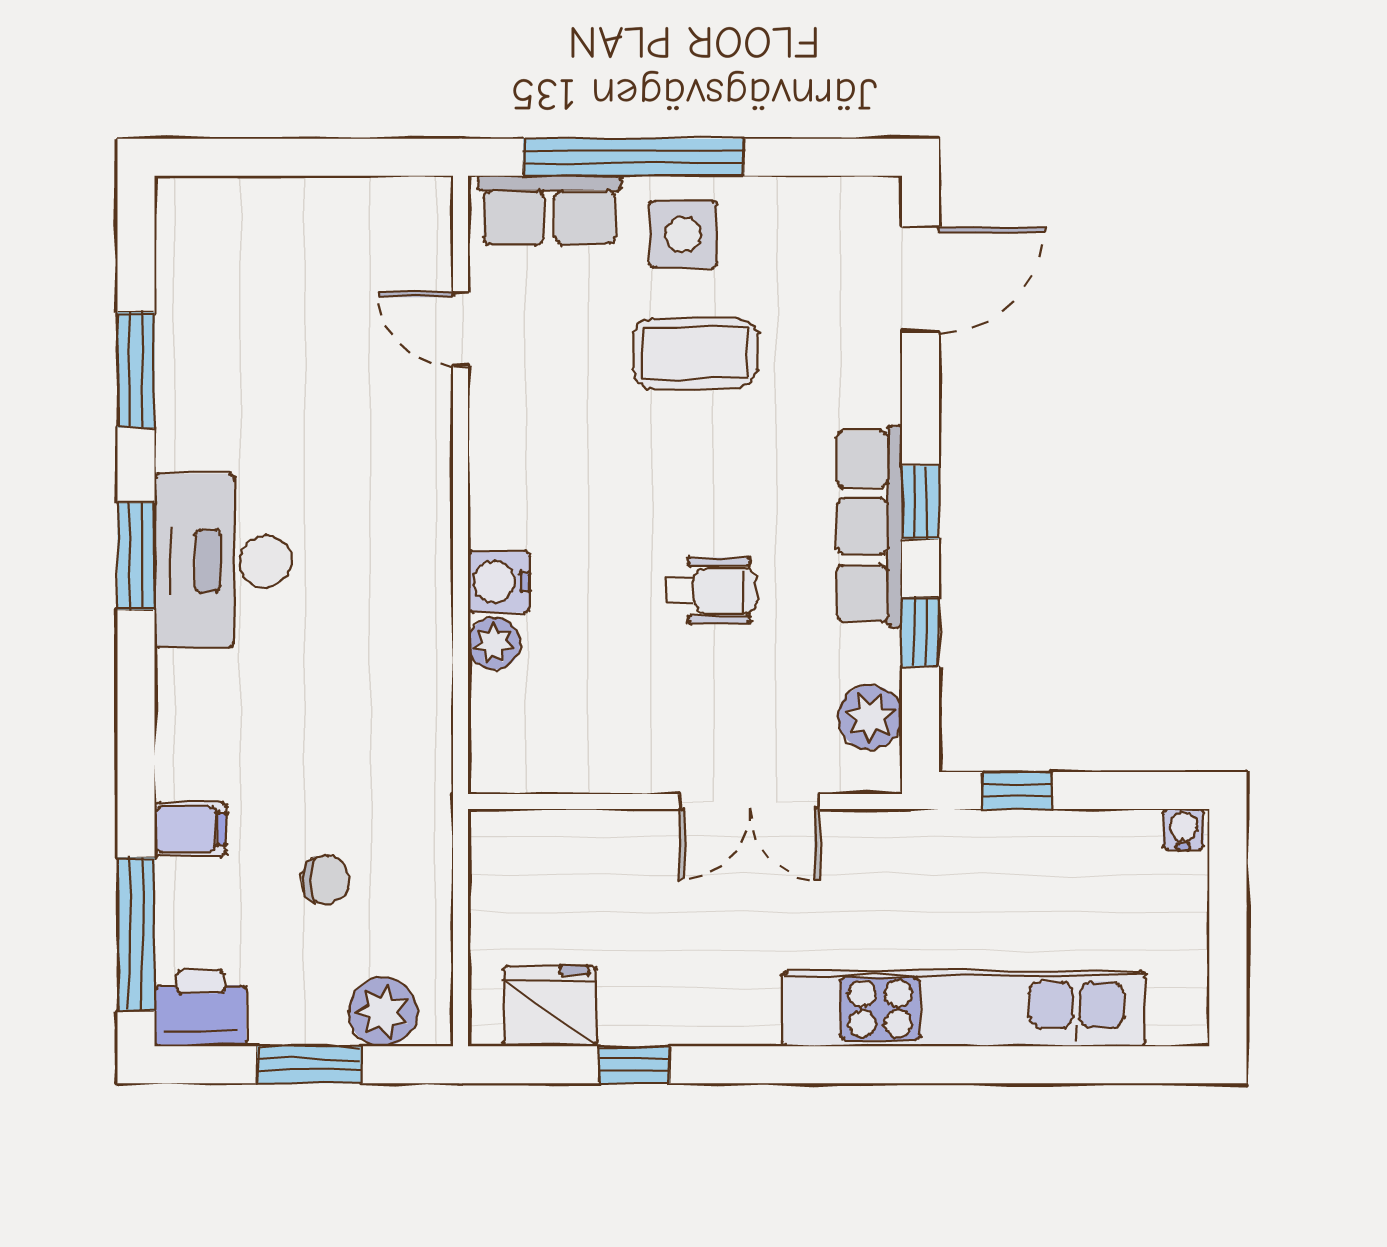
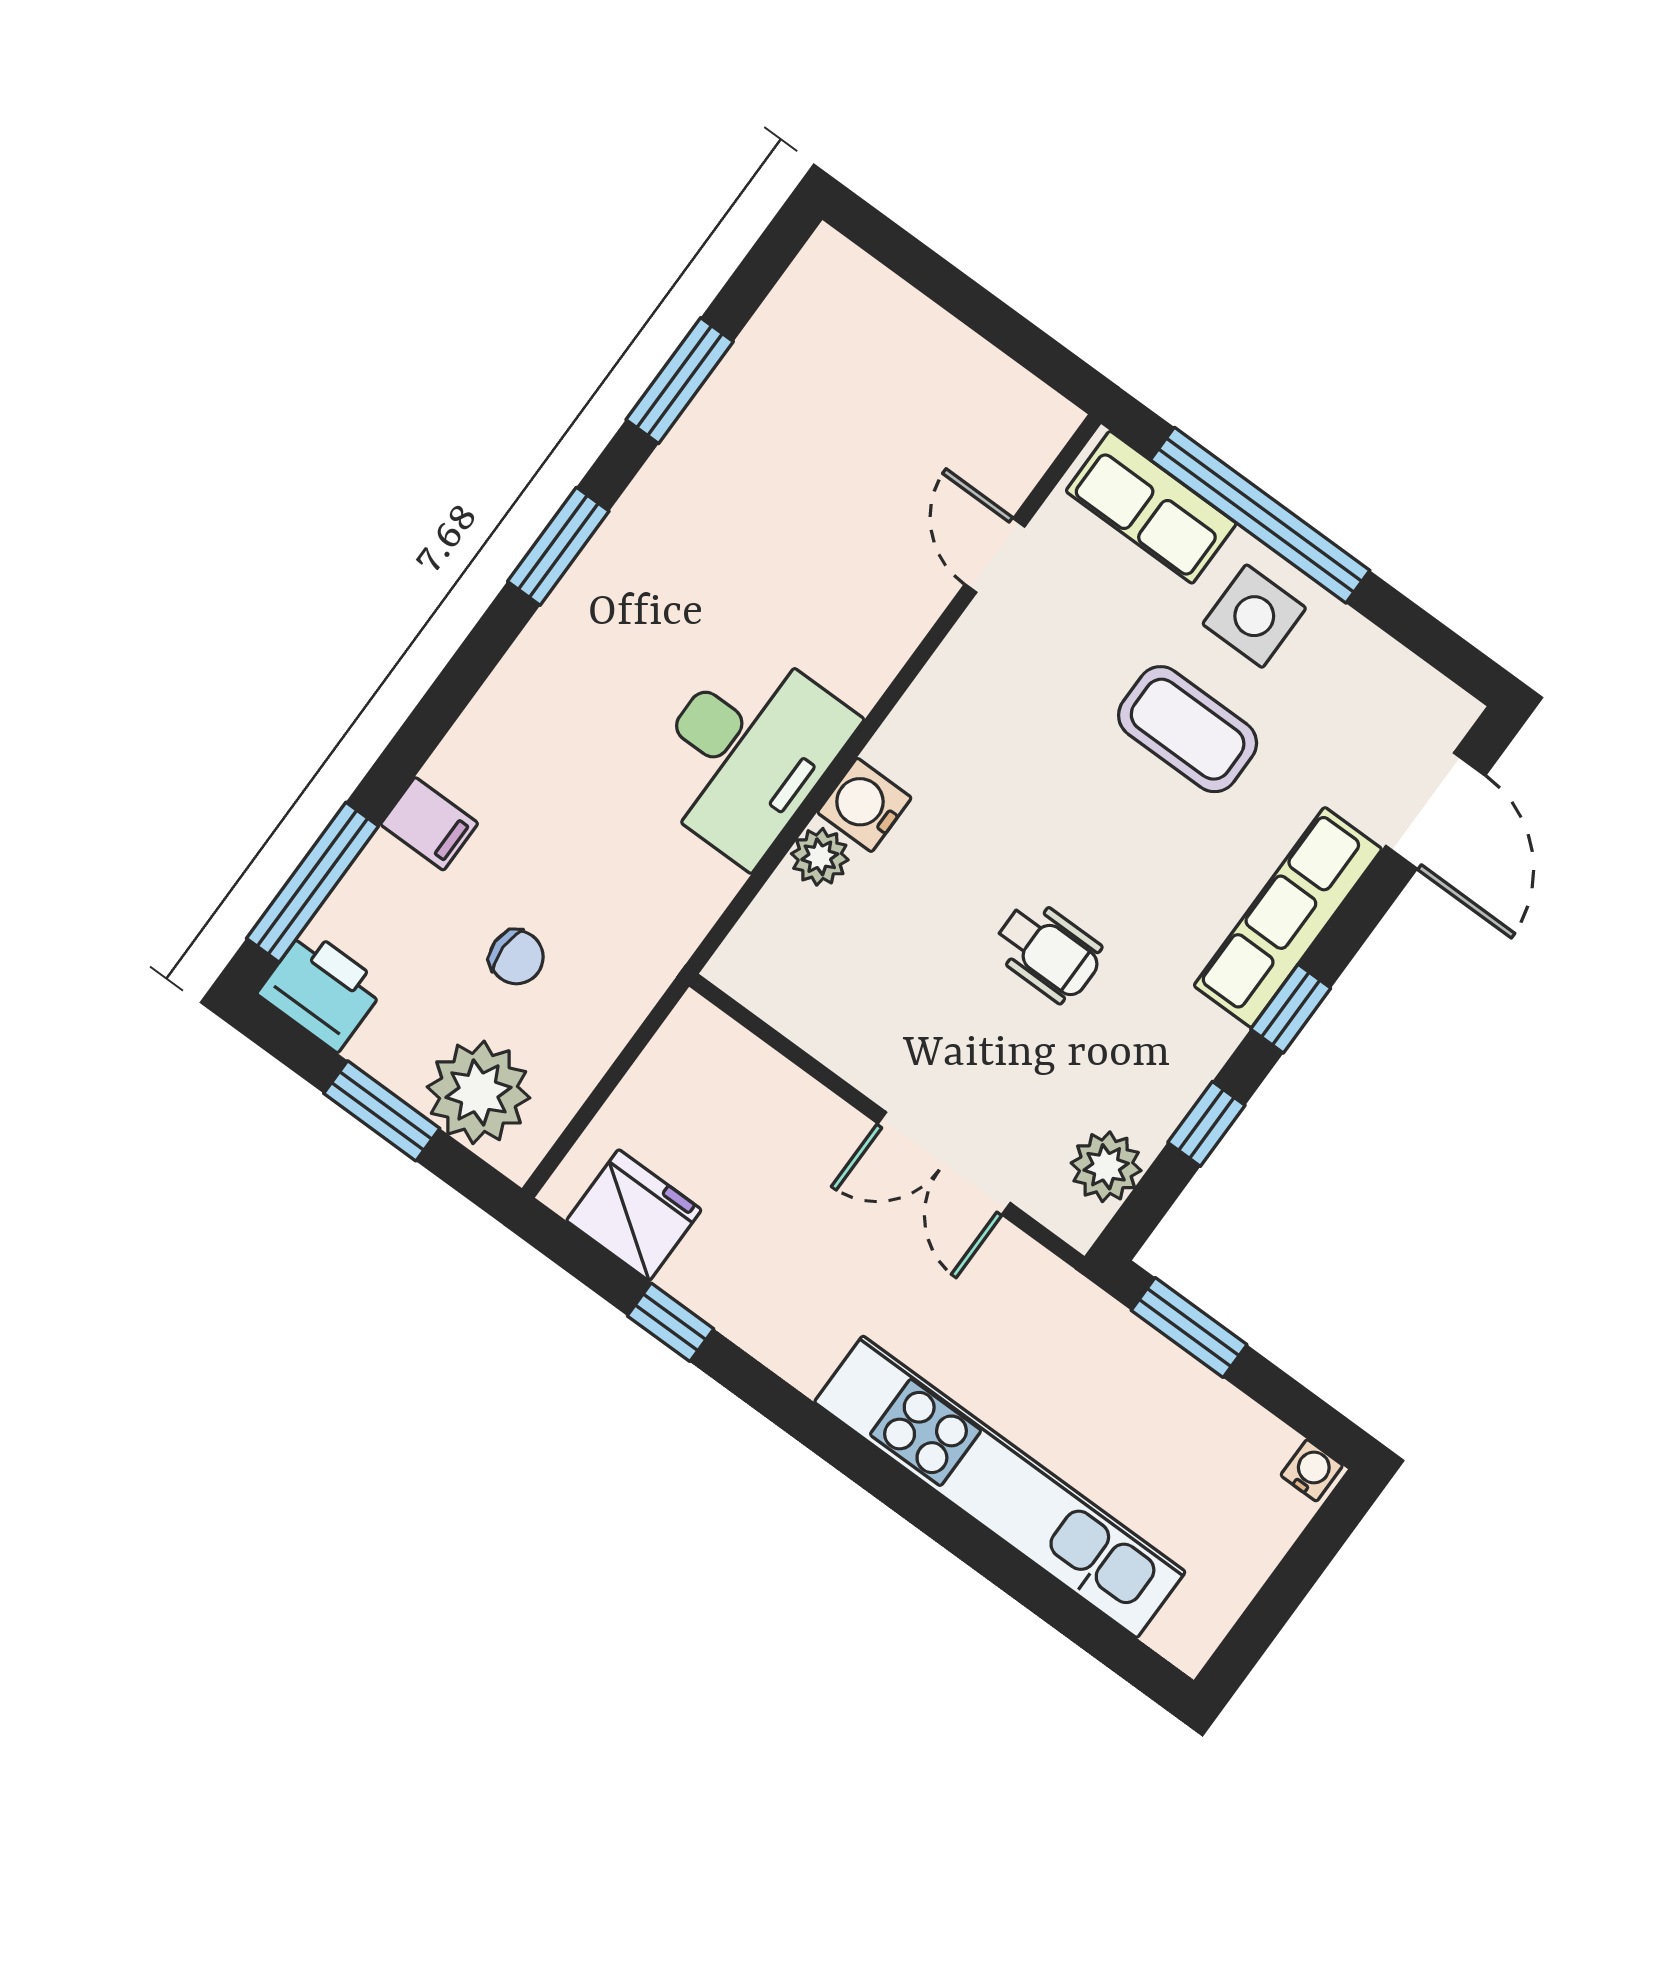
door: (920, 280) -> (1436, 811), hinge flipped
row of seats: (869, 526) -> (1288, 917), moved
desk: (223, 561) -> (747, 752), moved, turned 180
window: (1017, 790) -> (1189, 1327), width x1.50
plant: (383, 1012) -> (479, 1092), width x1.36, depth x1.36

